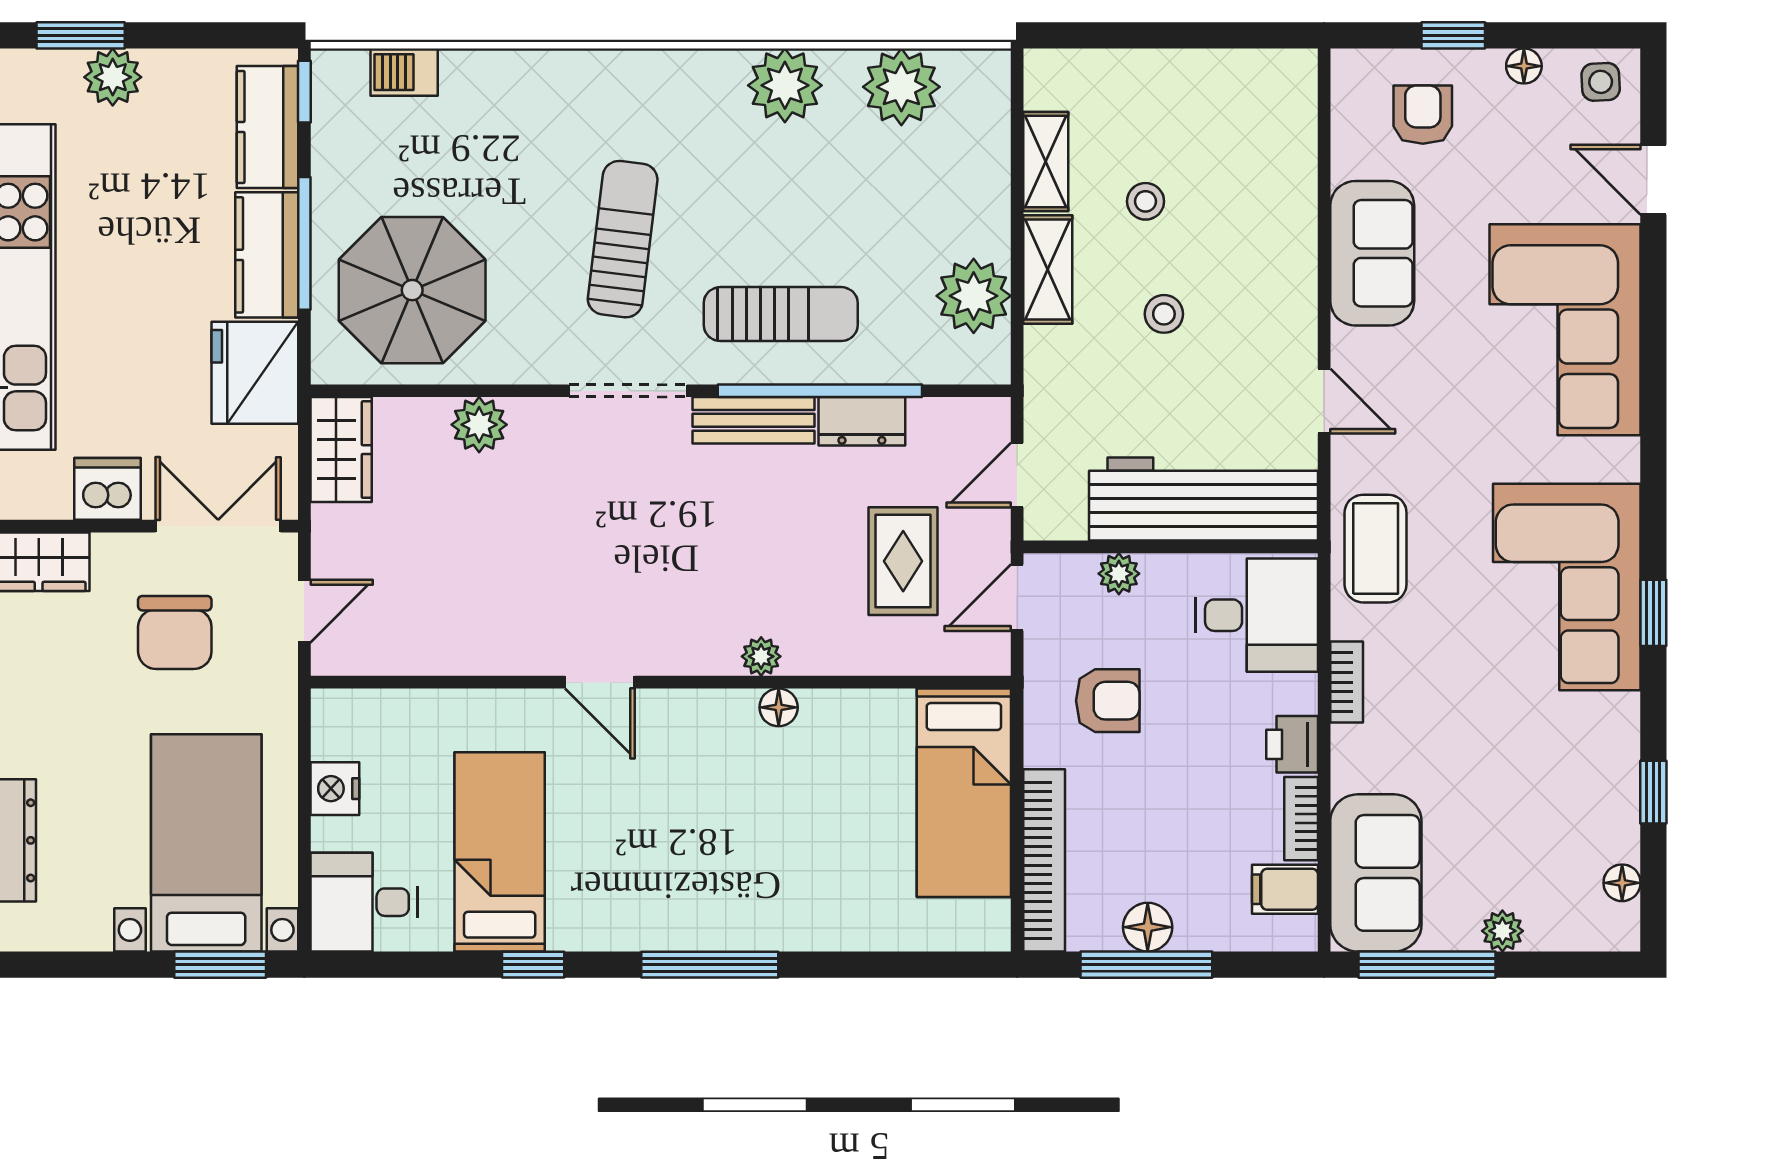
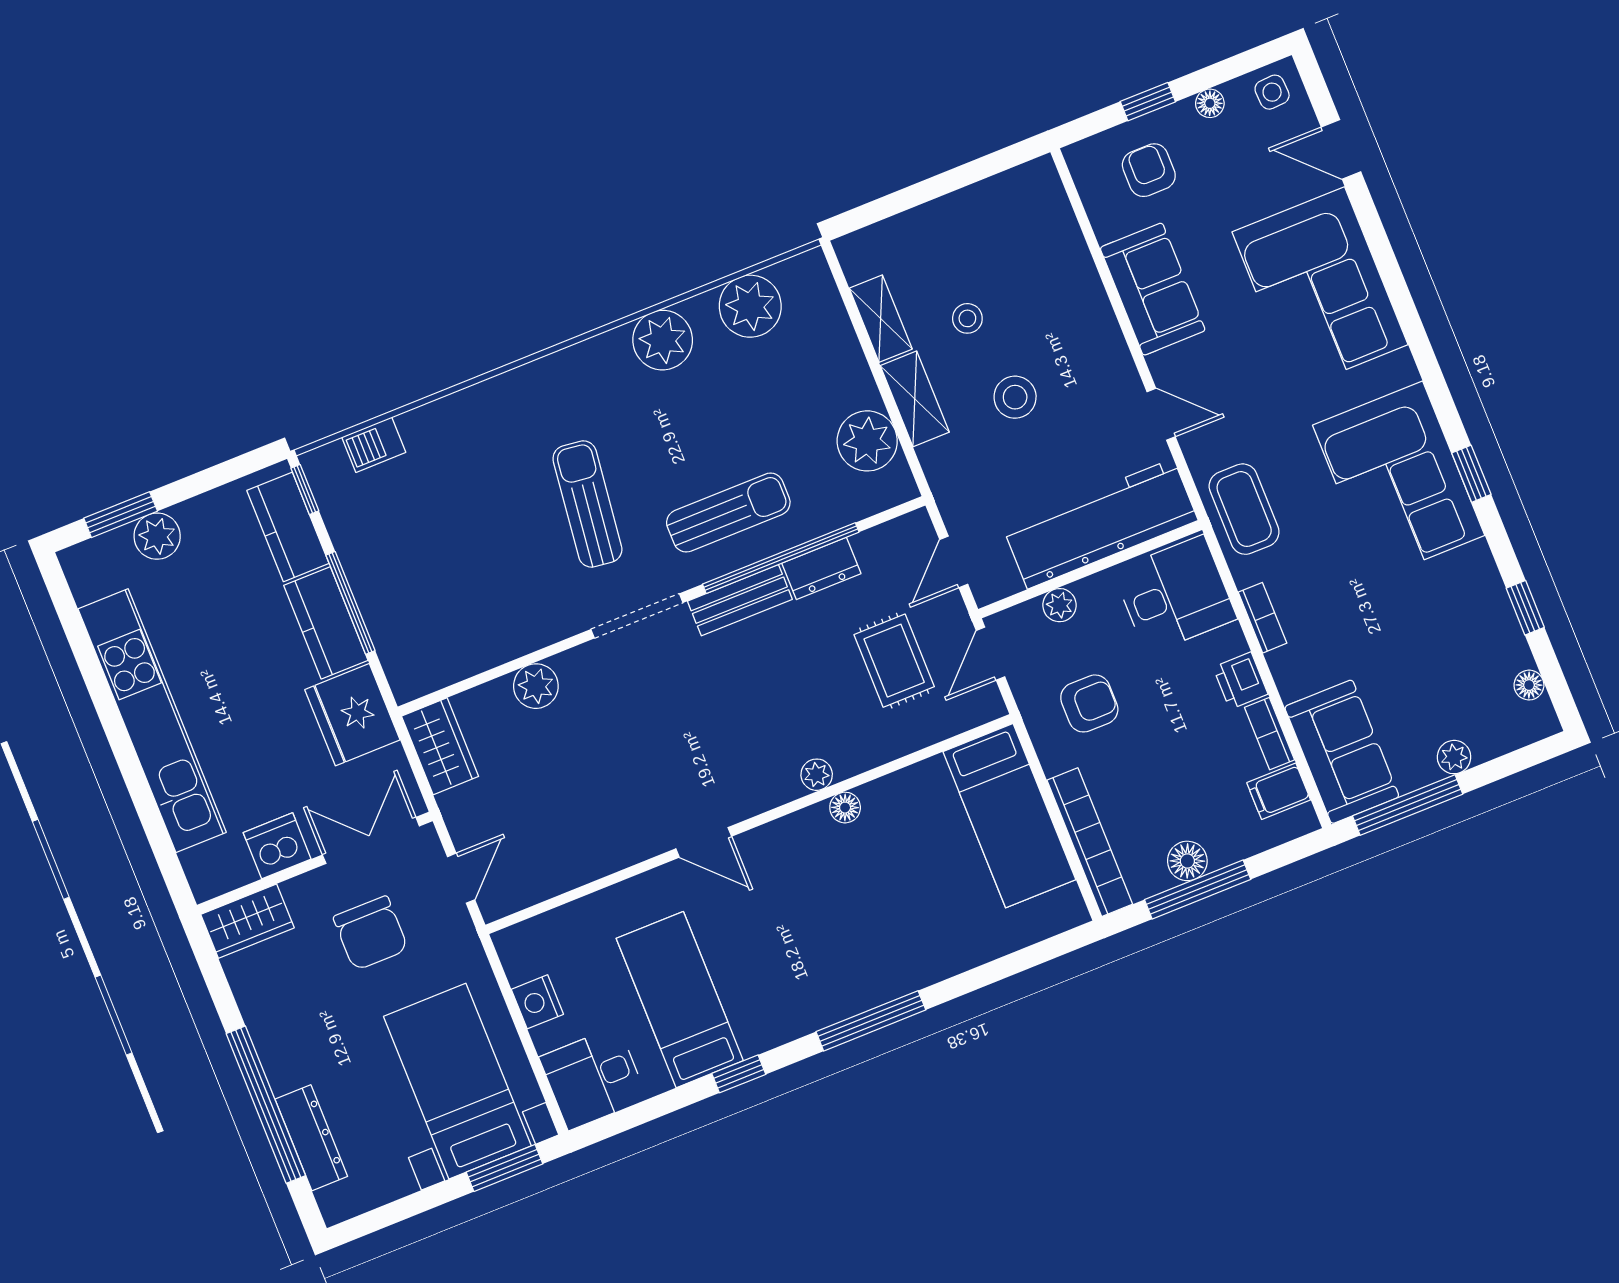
parasol: (412, 290) -> (445, 605), removed
stool: (1164, 314) -> (1015, 397), width x1.37, depth x1.37

